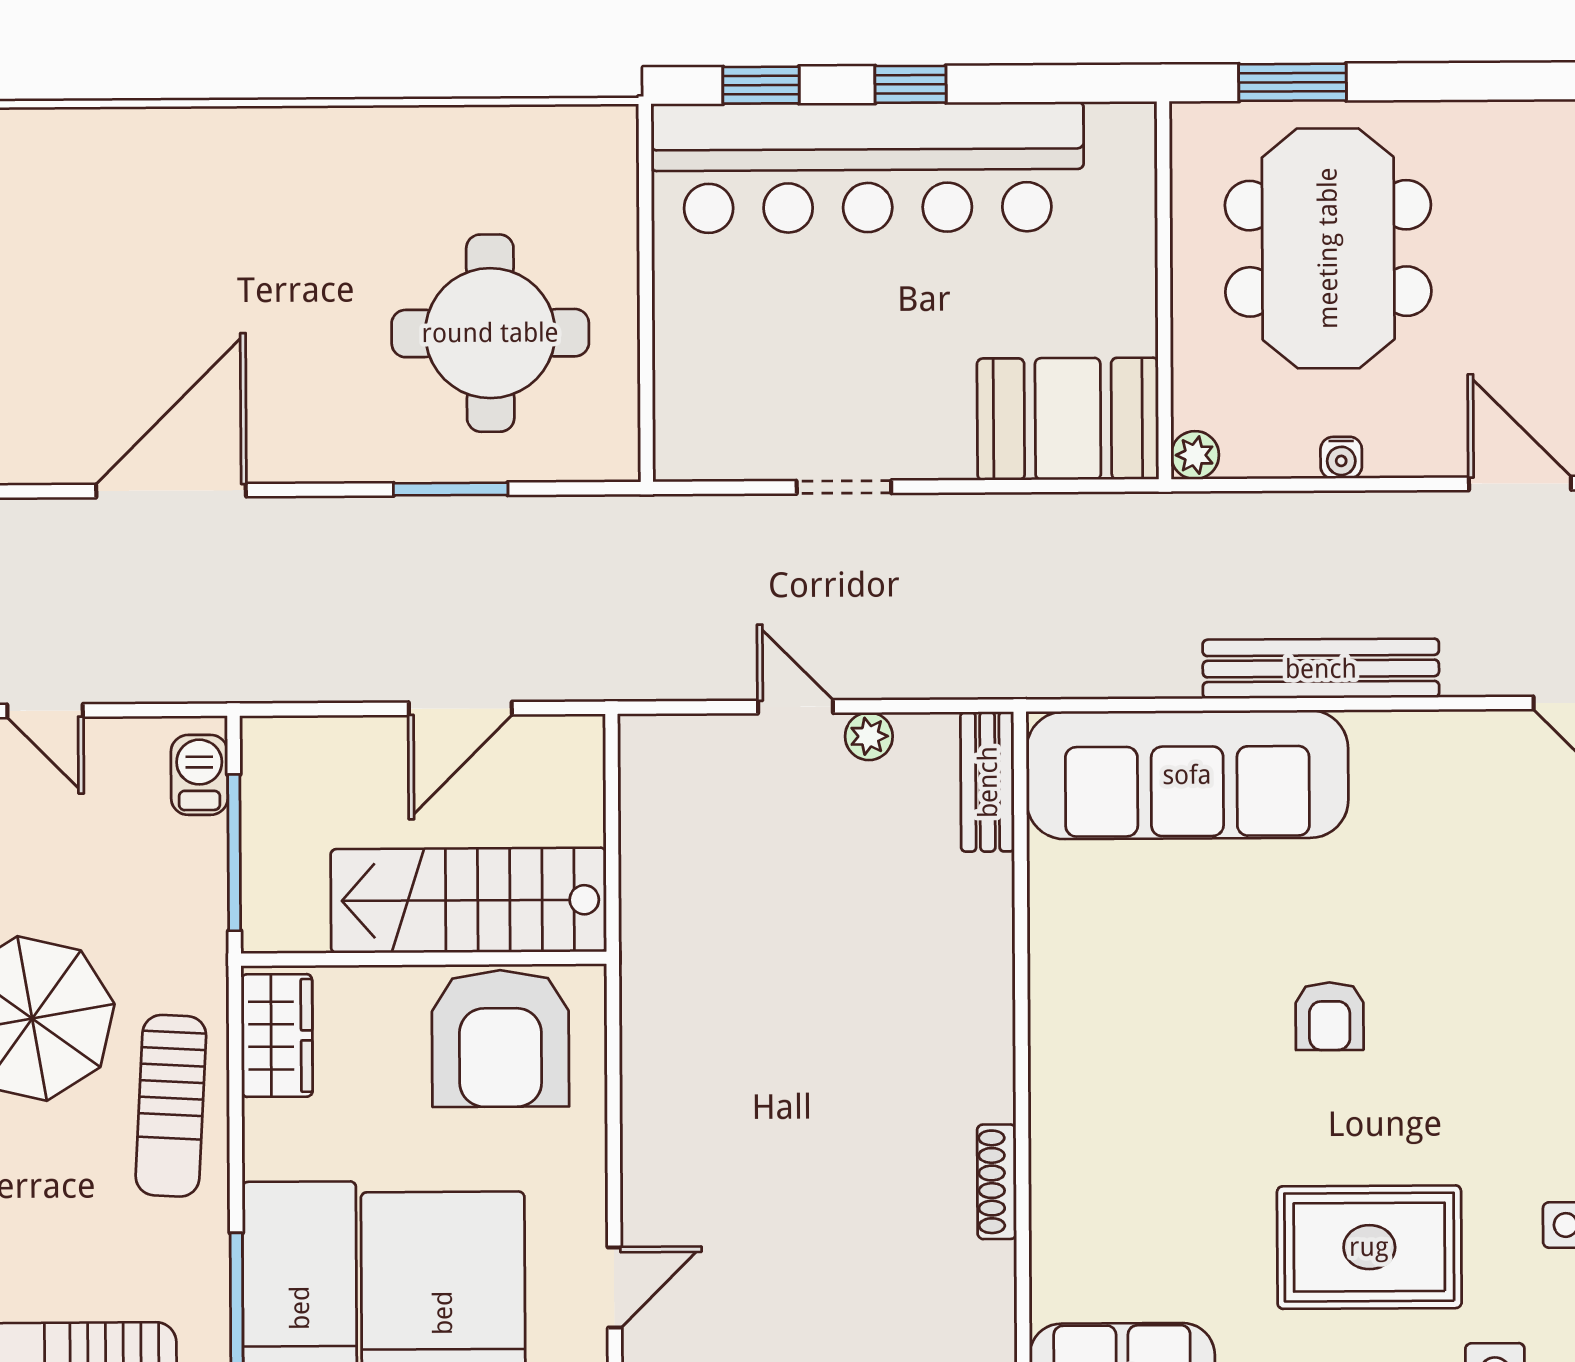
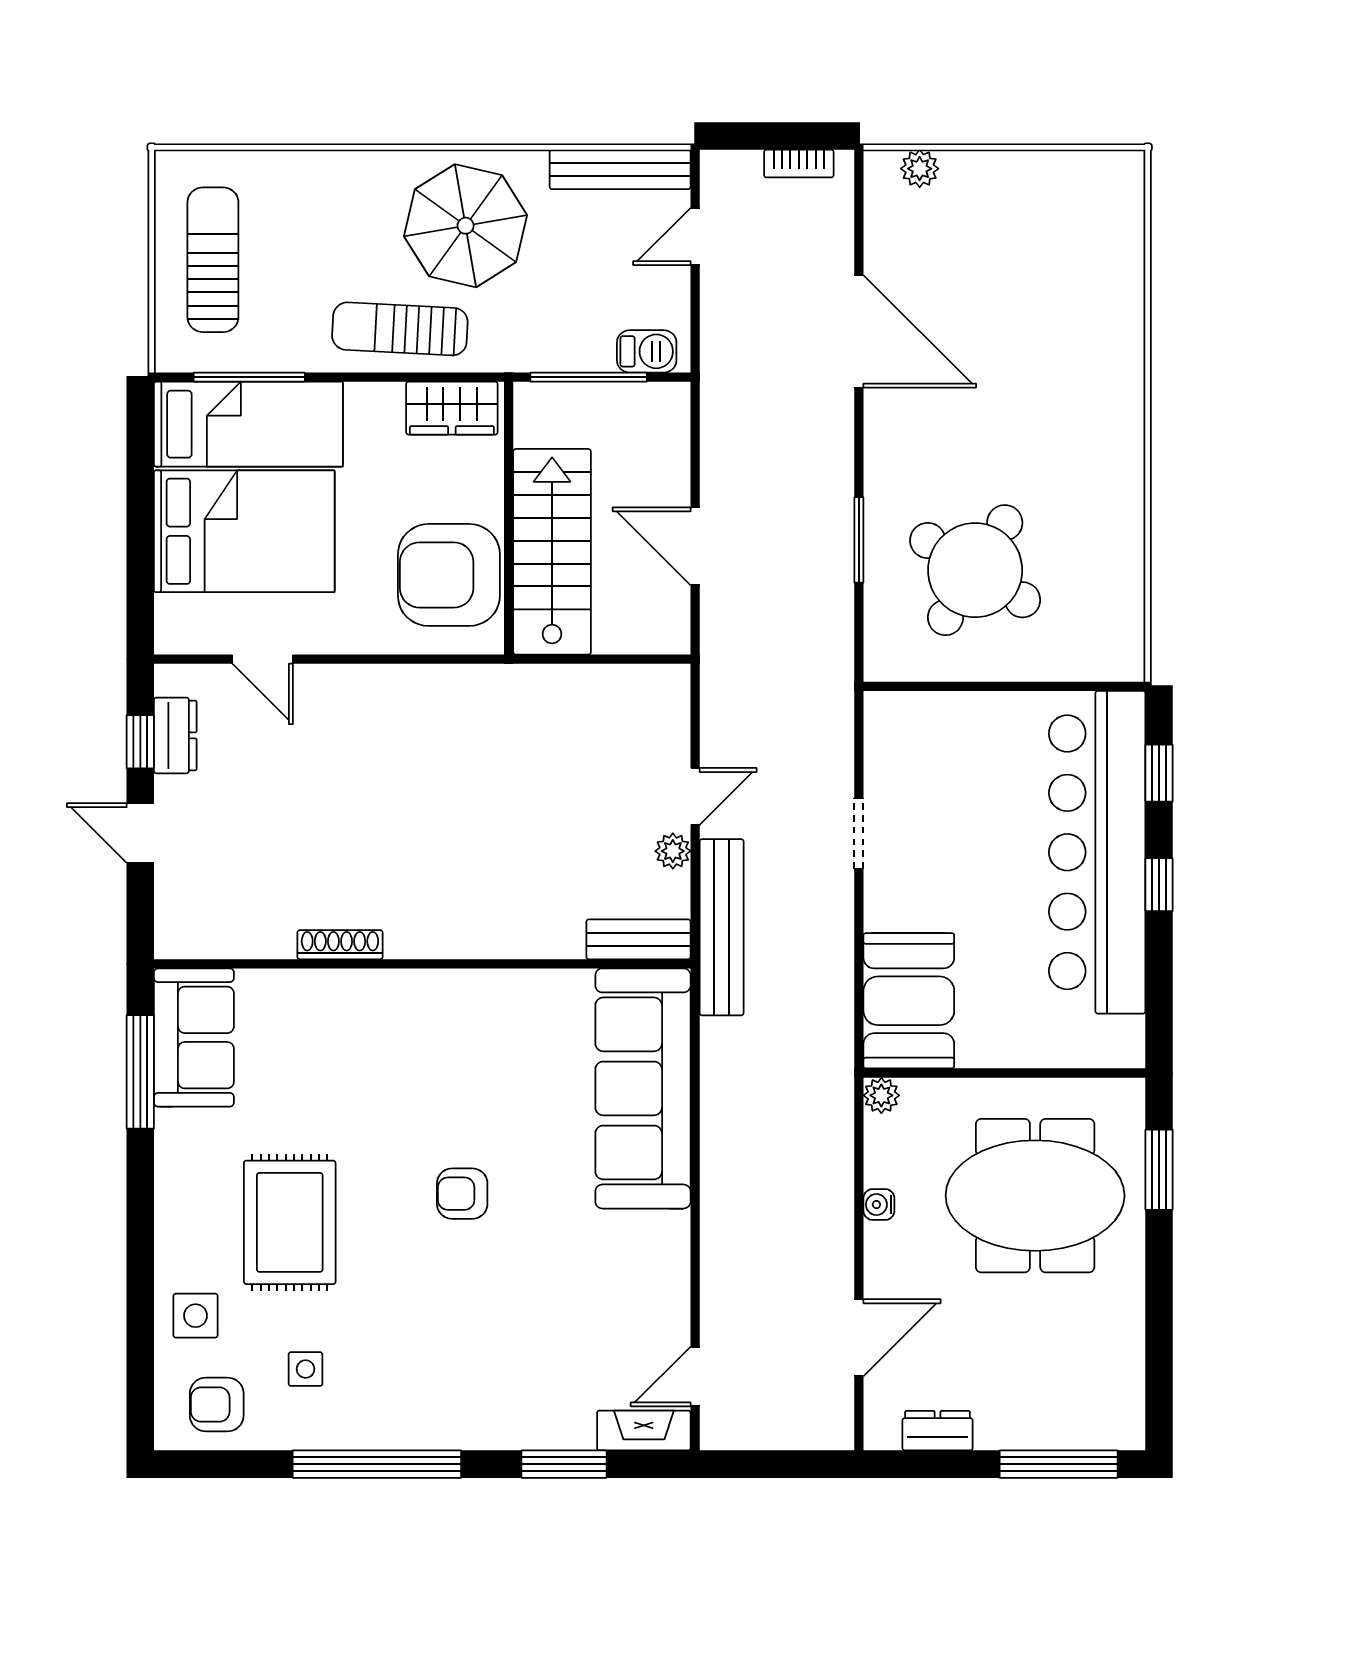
round table: (490, 333) -> (975, 570), turned 32
bench: (1321, 669) -> (722, 927), moved

